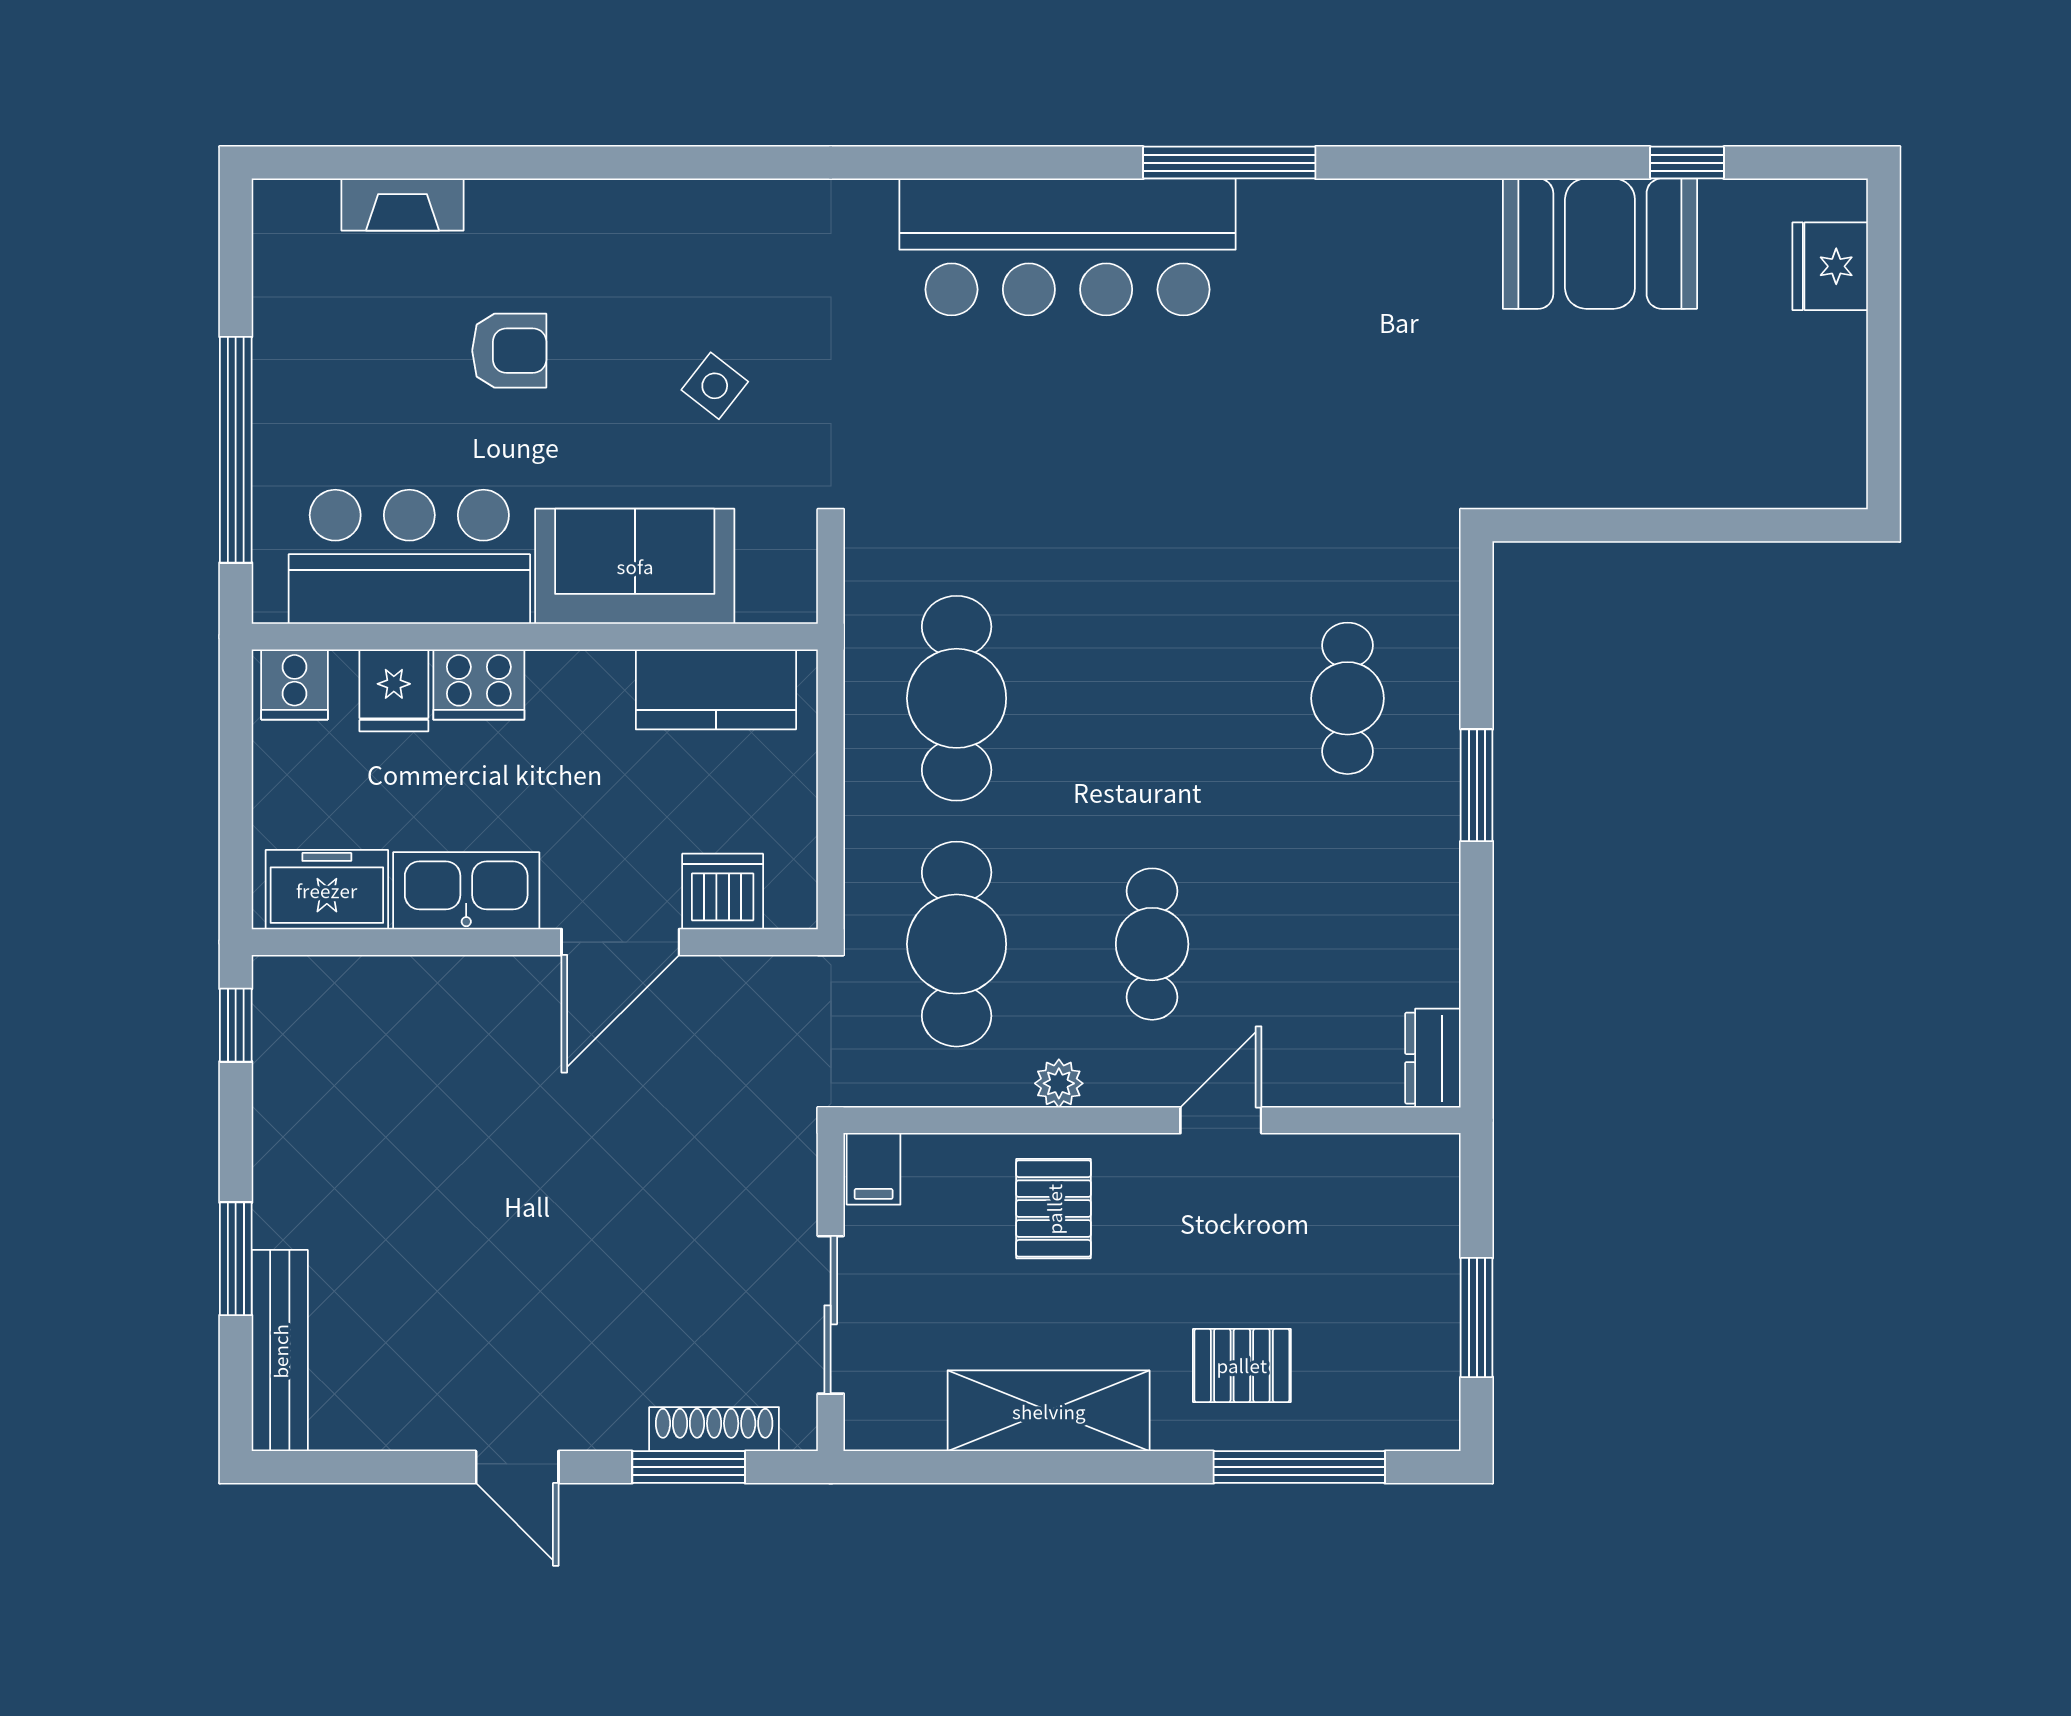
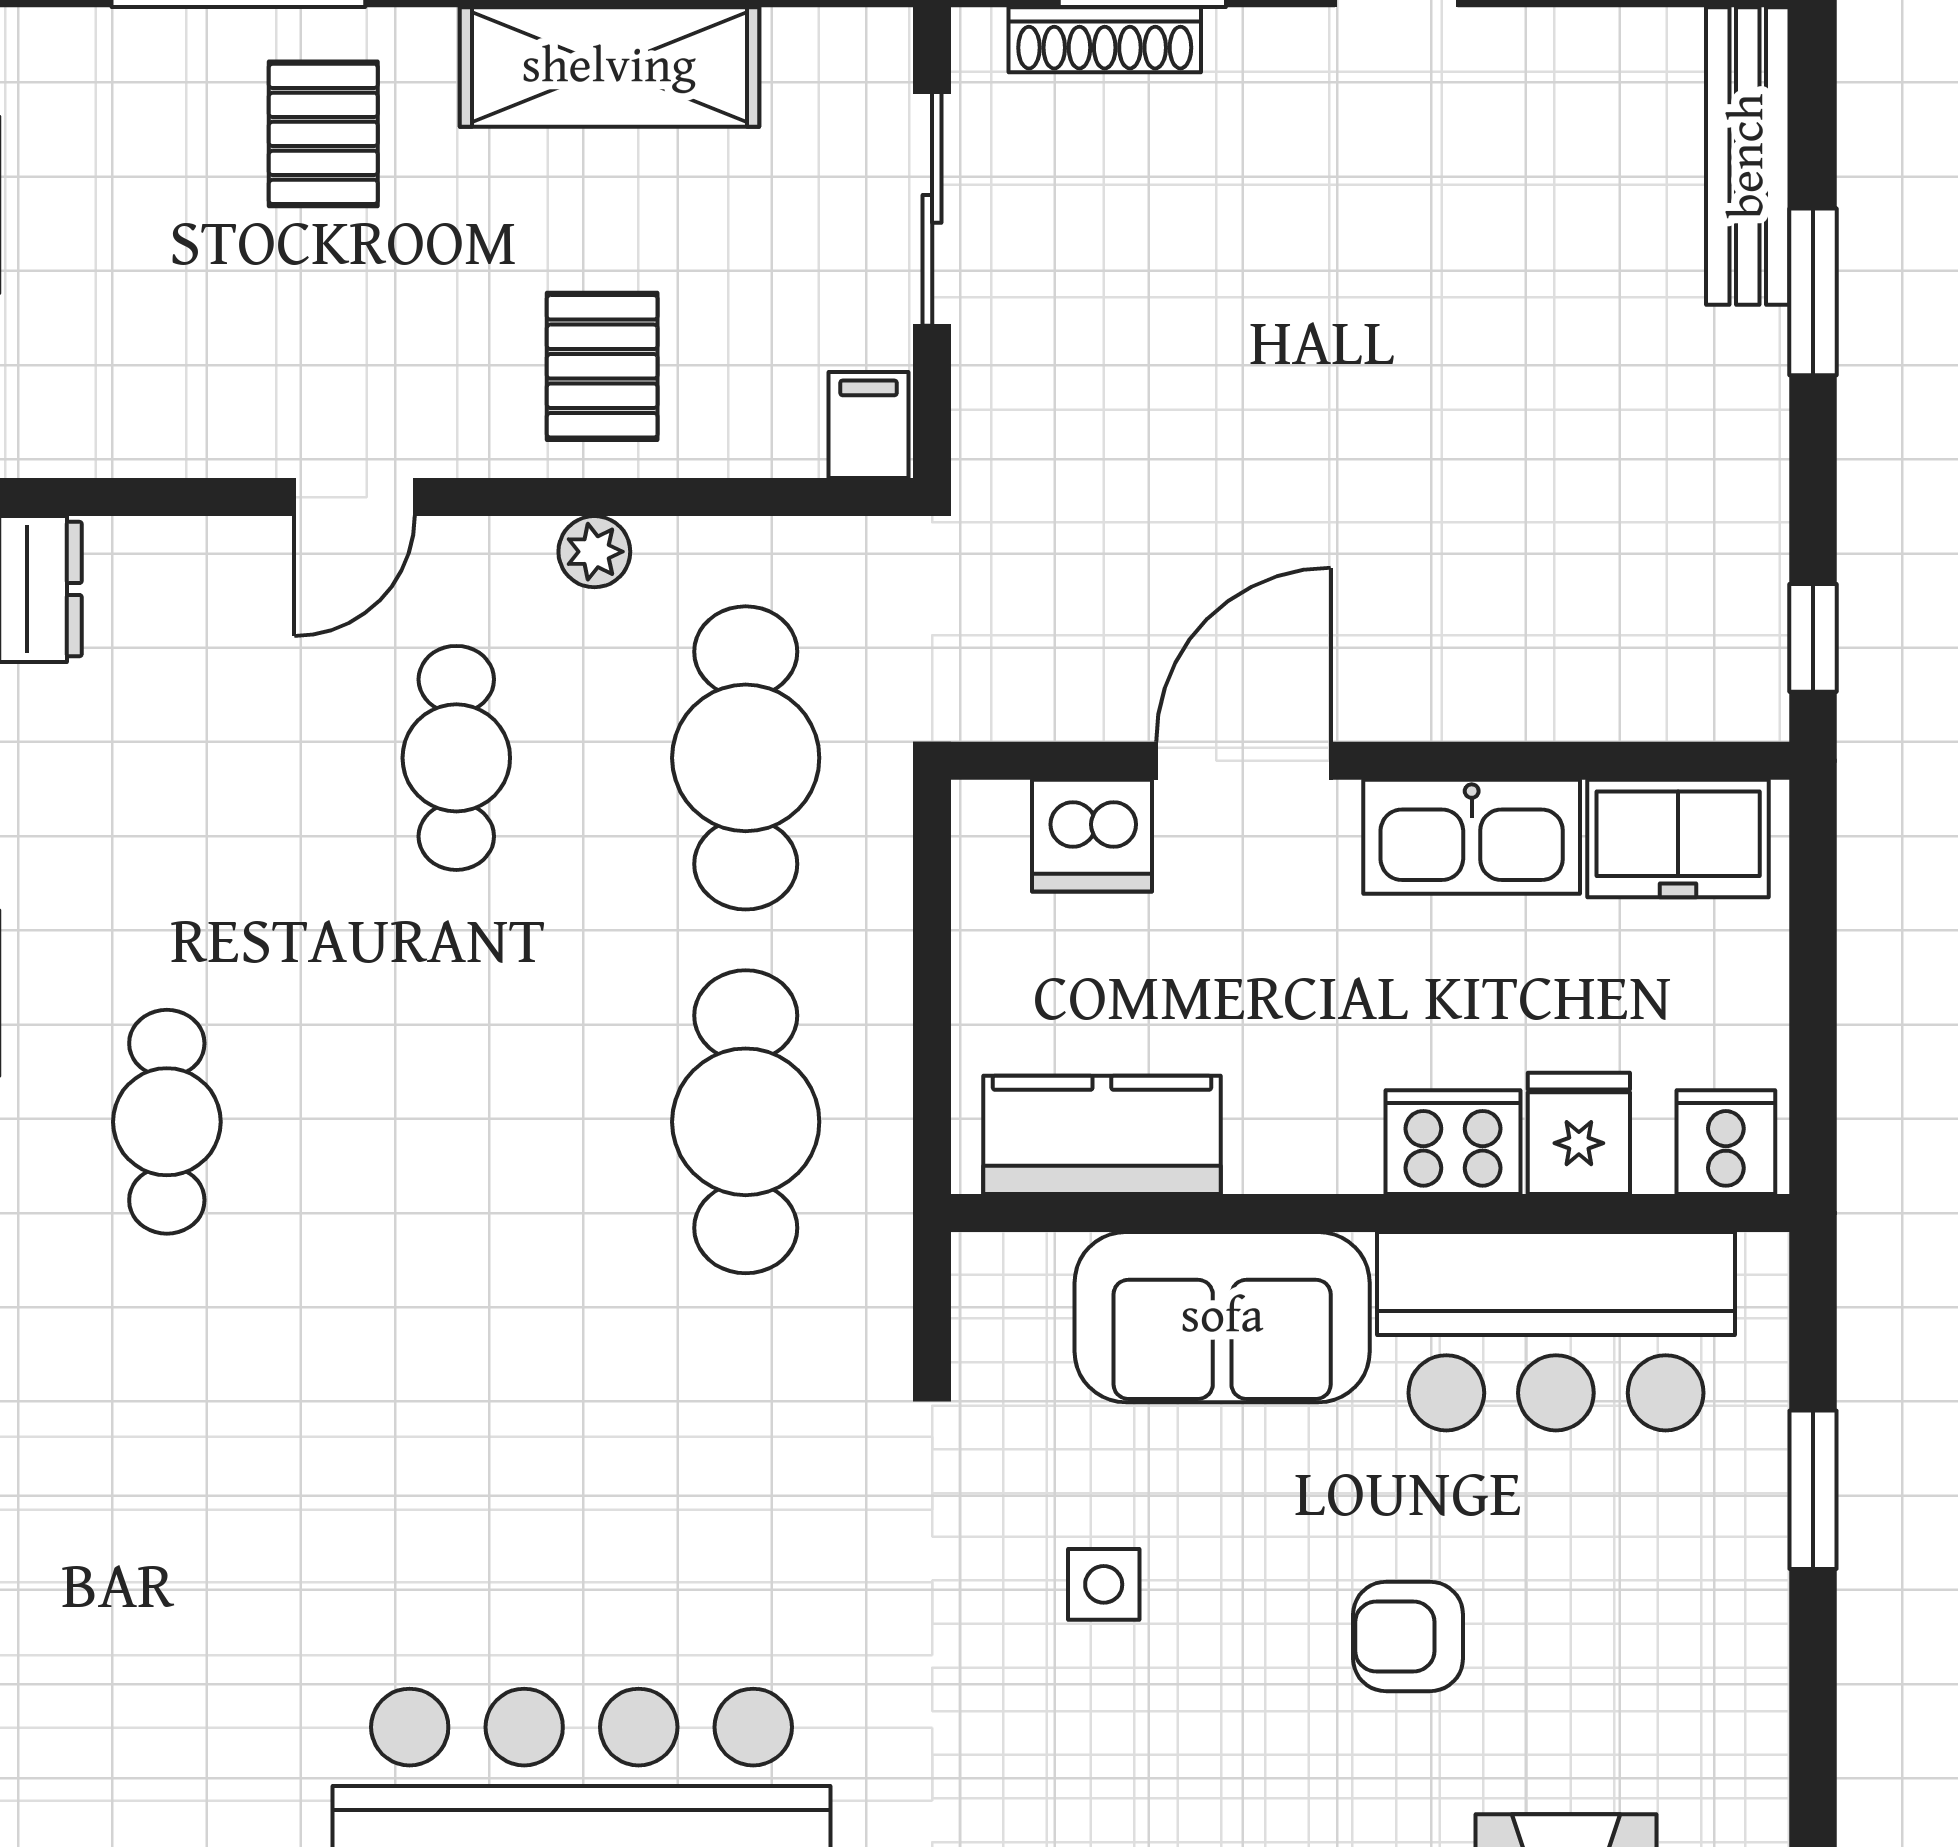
side table: (715, 386) -> (1104, 1584), turned -38
window: (236, 450) -> (1813, 1490), width x0.47
pallet: (1242, 1365) -> (323, 134), turned 90

